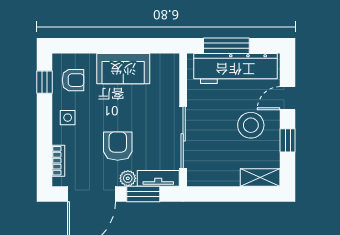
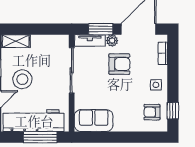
sofa: (123, 69) -> (94, 121), moved
armchair: (118, 146) -> (119, 64), turned -90

